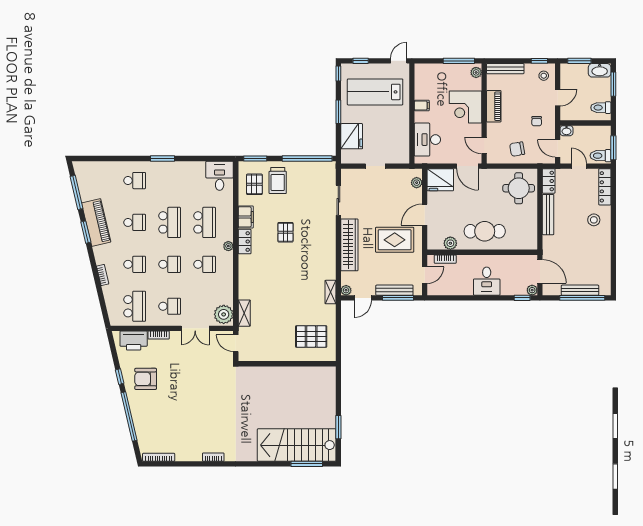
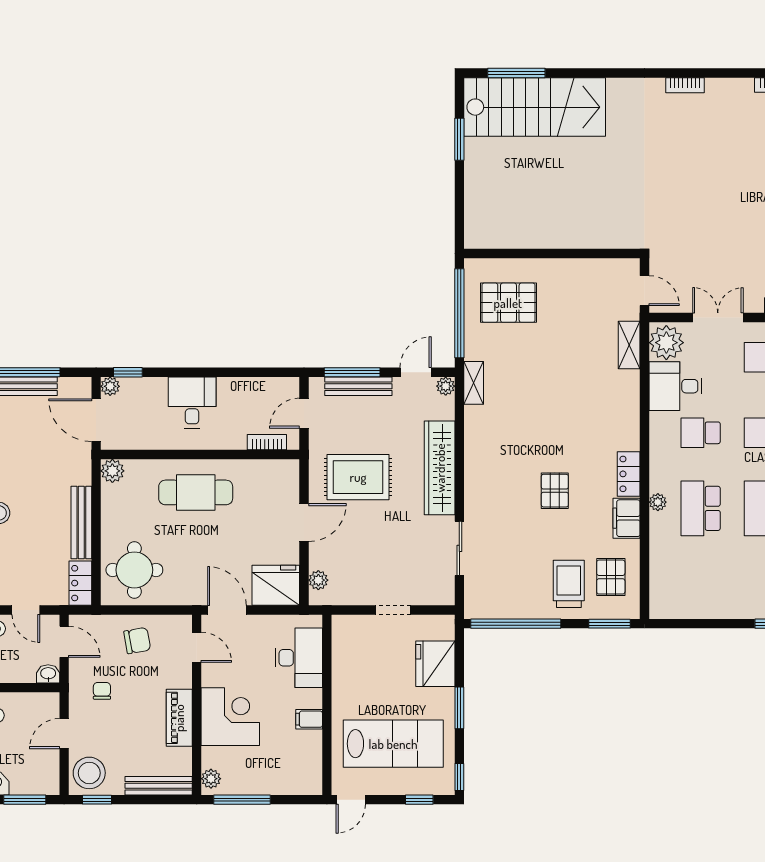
stool: (544, 76) -> (89, 773), width x1.89, depth x1.89
desk: (220, 176) -> (676, 386), moved, turned 90
plant: (450, 243) -> (112, 471), moved
plant: (228, 246) -> (658, 502), moved
window: (338, 331) -> (459, 313), added

